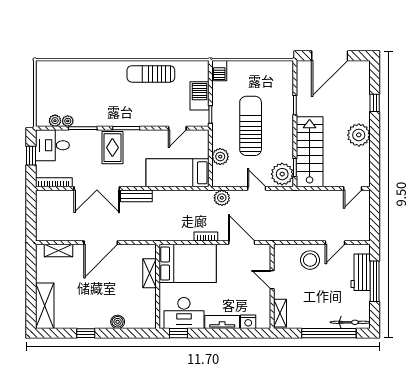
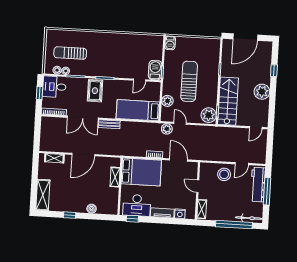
sun lounger: (151, 74) -> (70, 53), moved
barbecue: (200, 96) -> (155, 70), moved
door: (257, 188) -> (180, 123), moved
workbench: (361, 272) -> (258, 185), width x1.38

